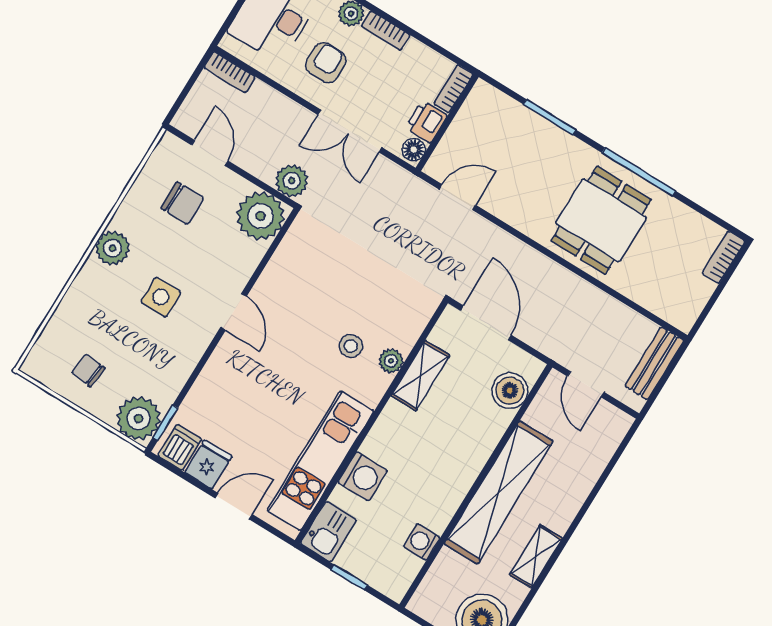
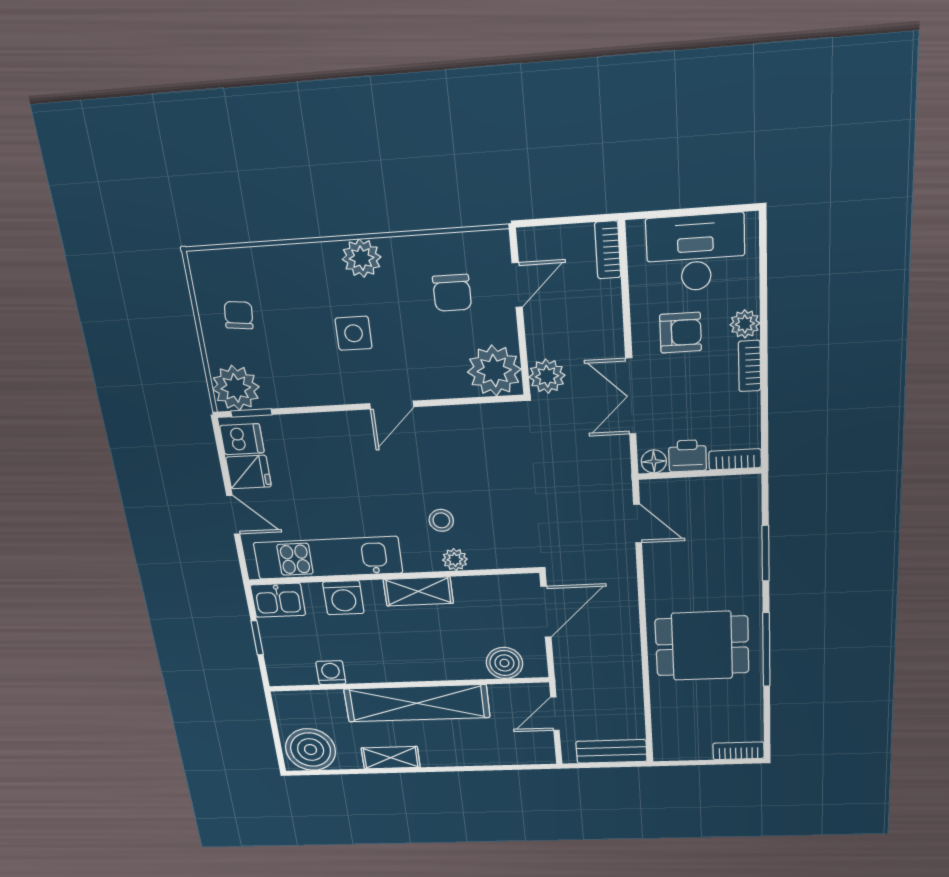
shelving: (420, 376) -> (418, 591), moved

